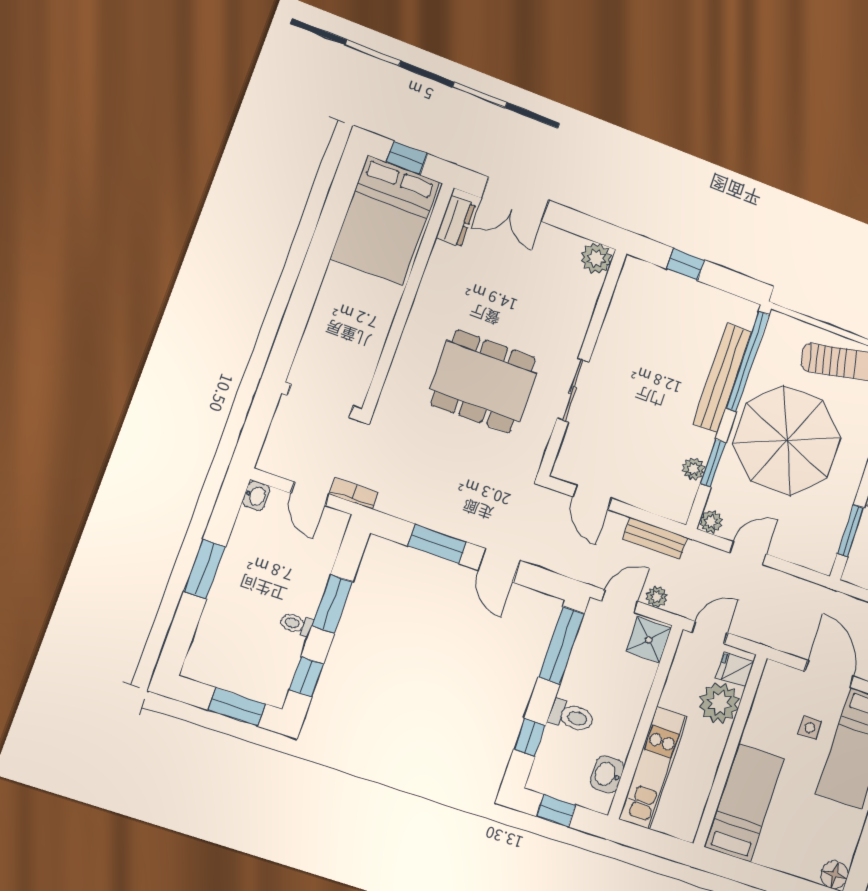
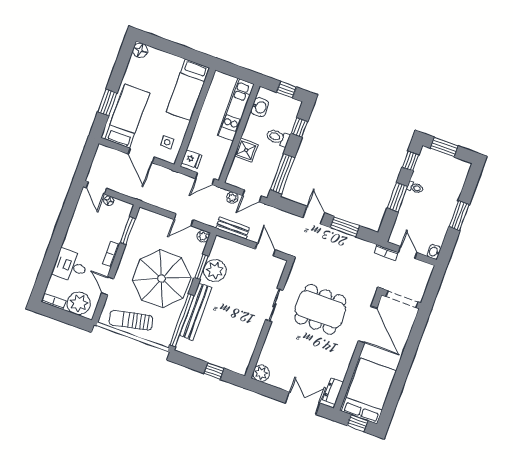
door: (389, 351) -> (368, 325), added
plant: (694, 469) -> (215, 271), width x1.87, depth x1.87
shower: (649, 640) -> (246, 150), moved
plant: (719, 703) -> (200, 142), removed
side table: (810, 728) -> (167, 142), moved

